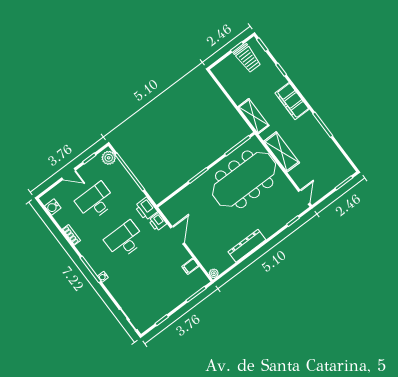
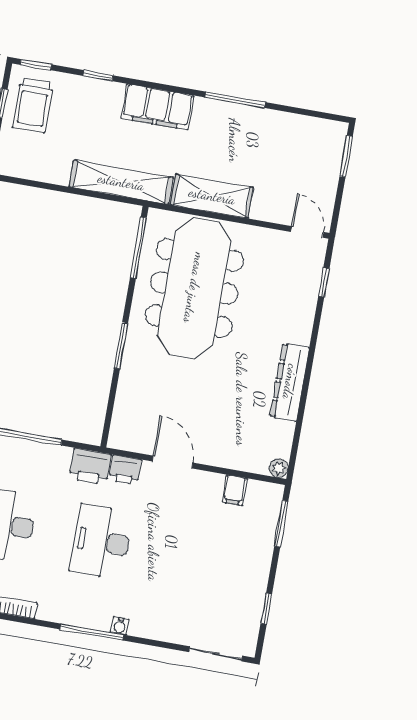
trolley: (248, 58) -> (33, 105), turned 90
shelving: (253, 116) -> (121, 182), width x1.47

